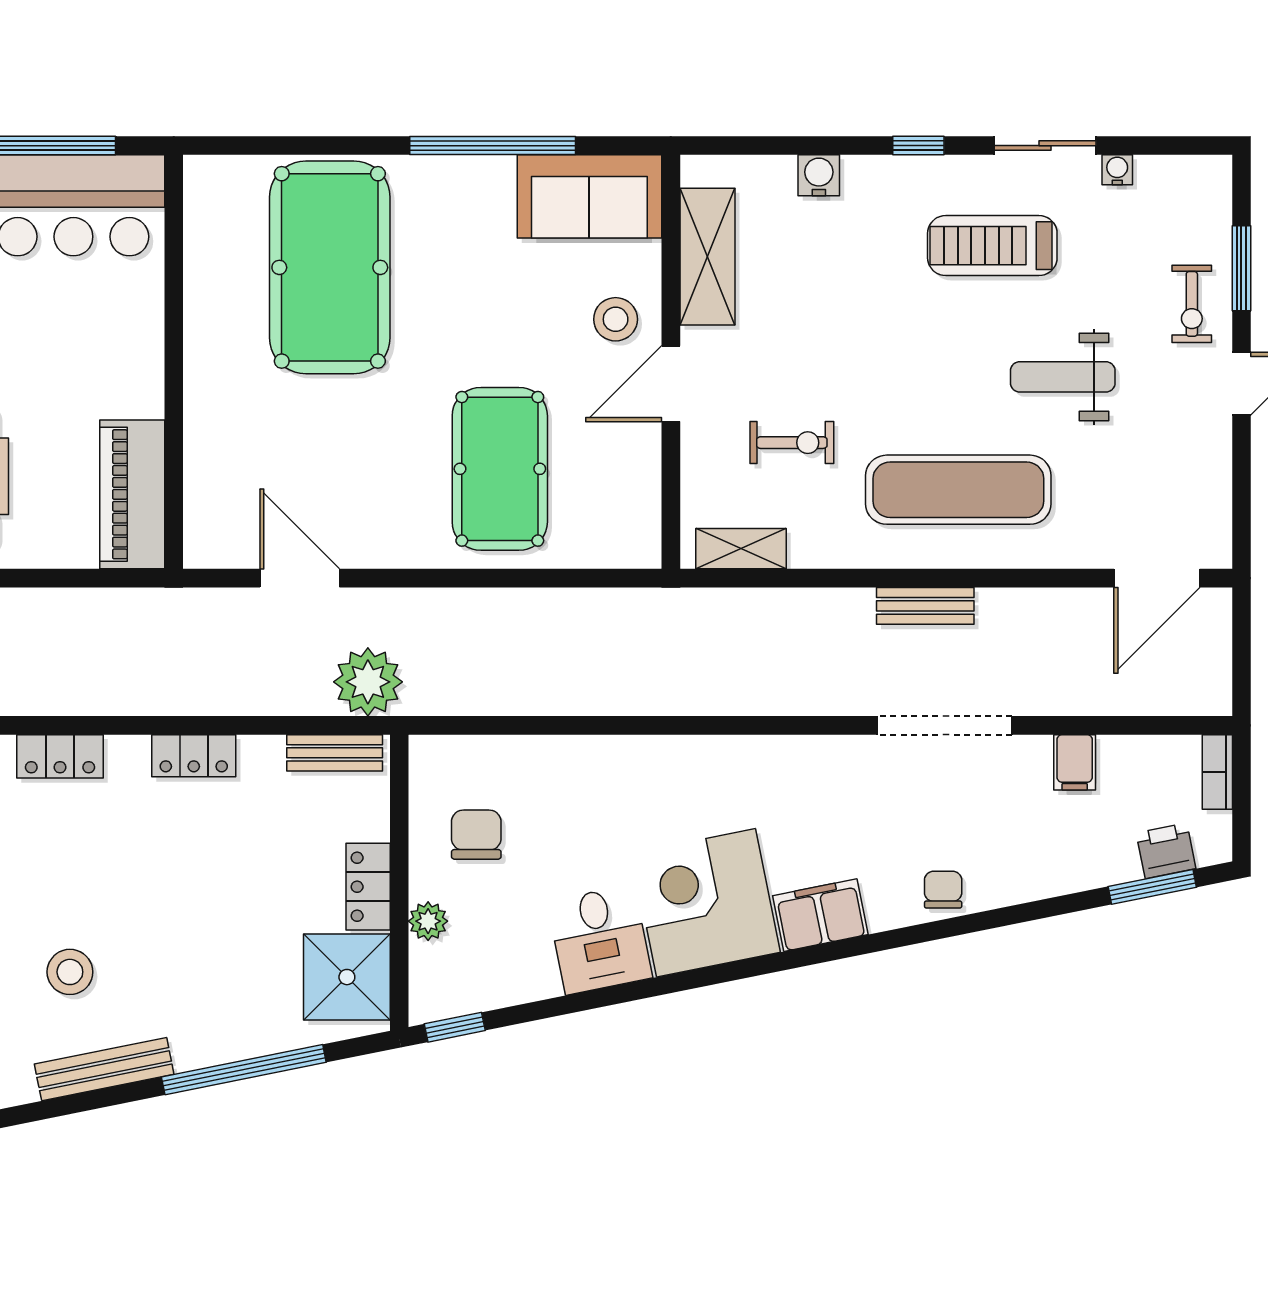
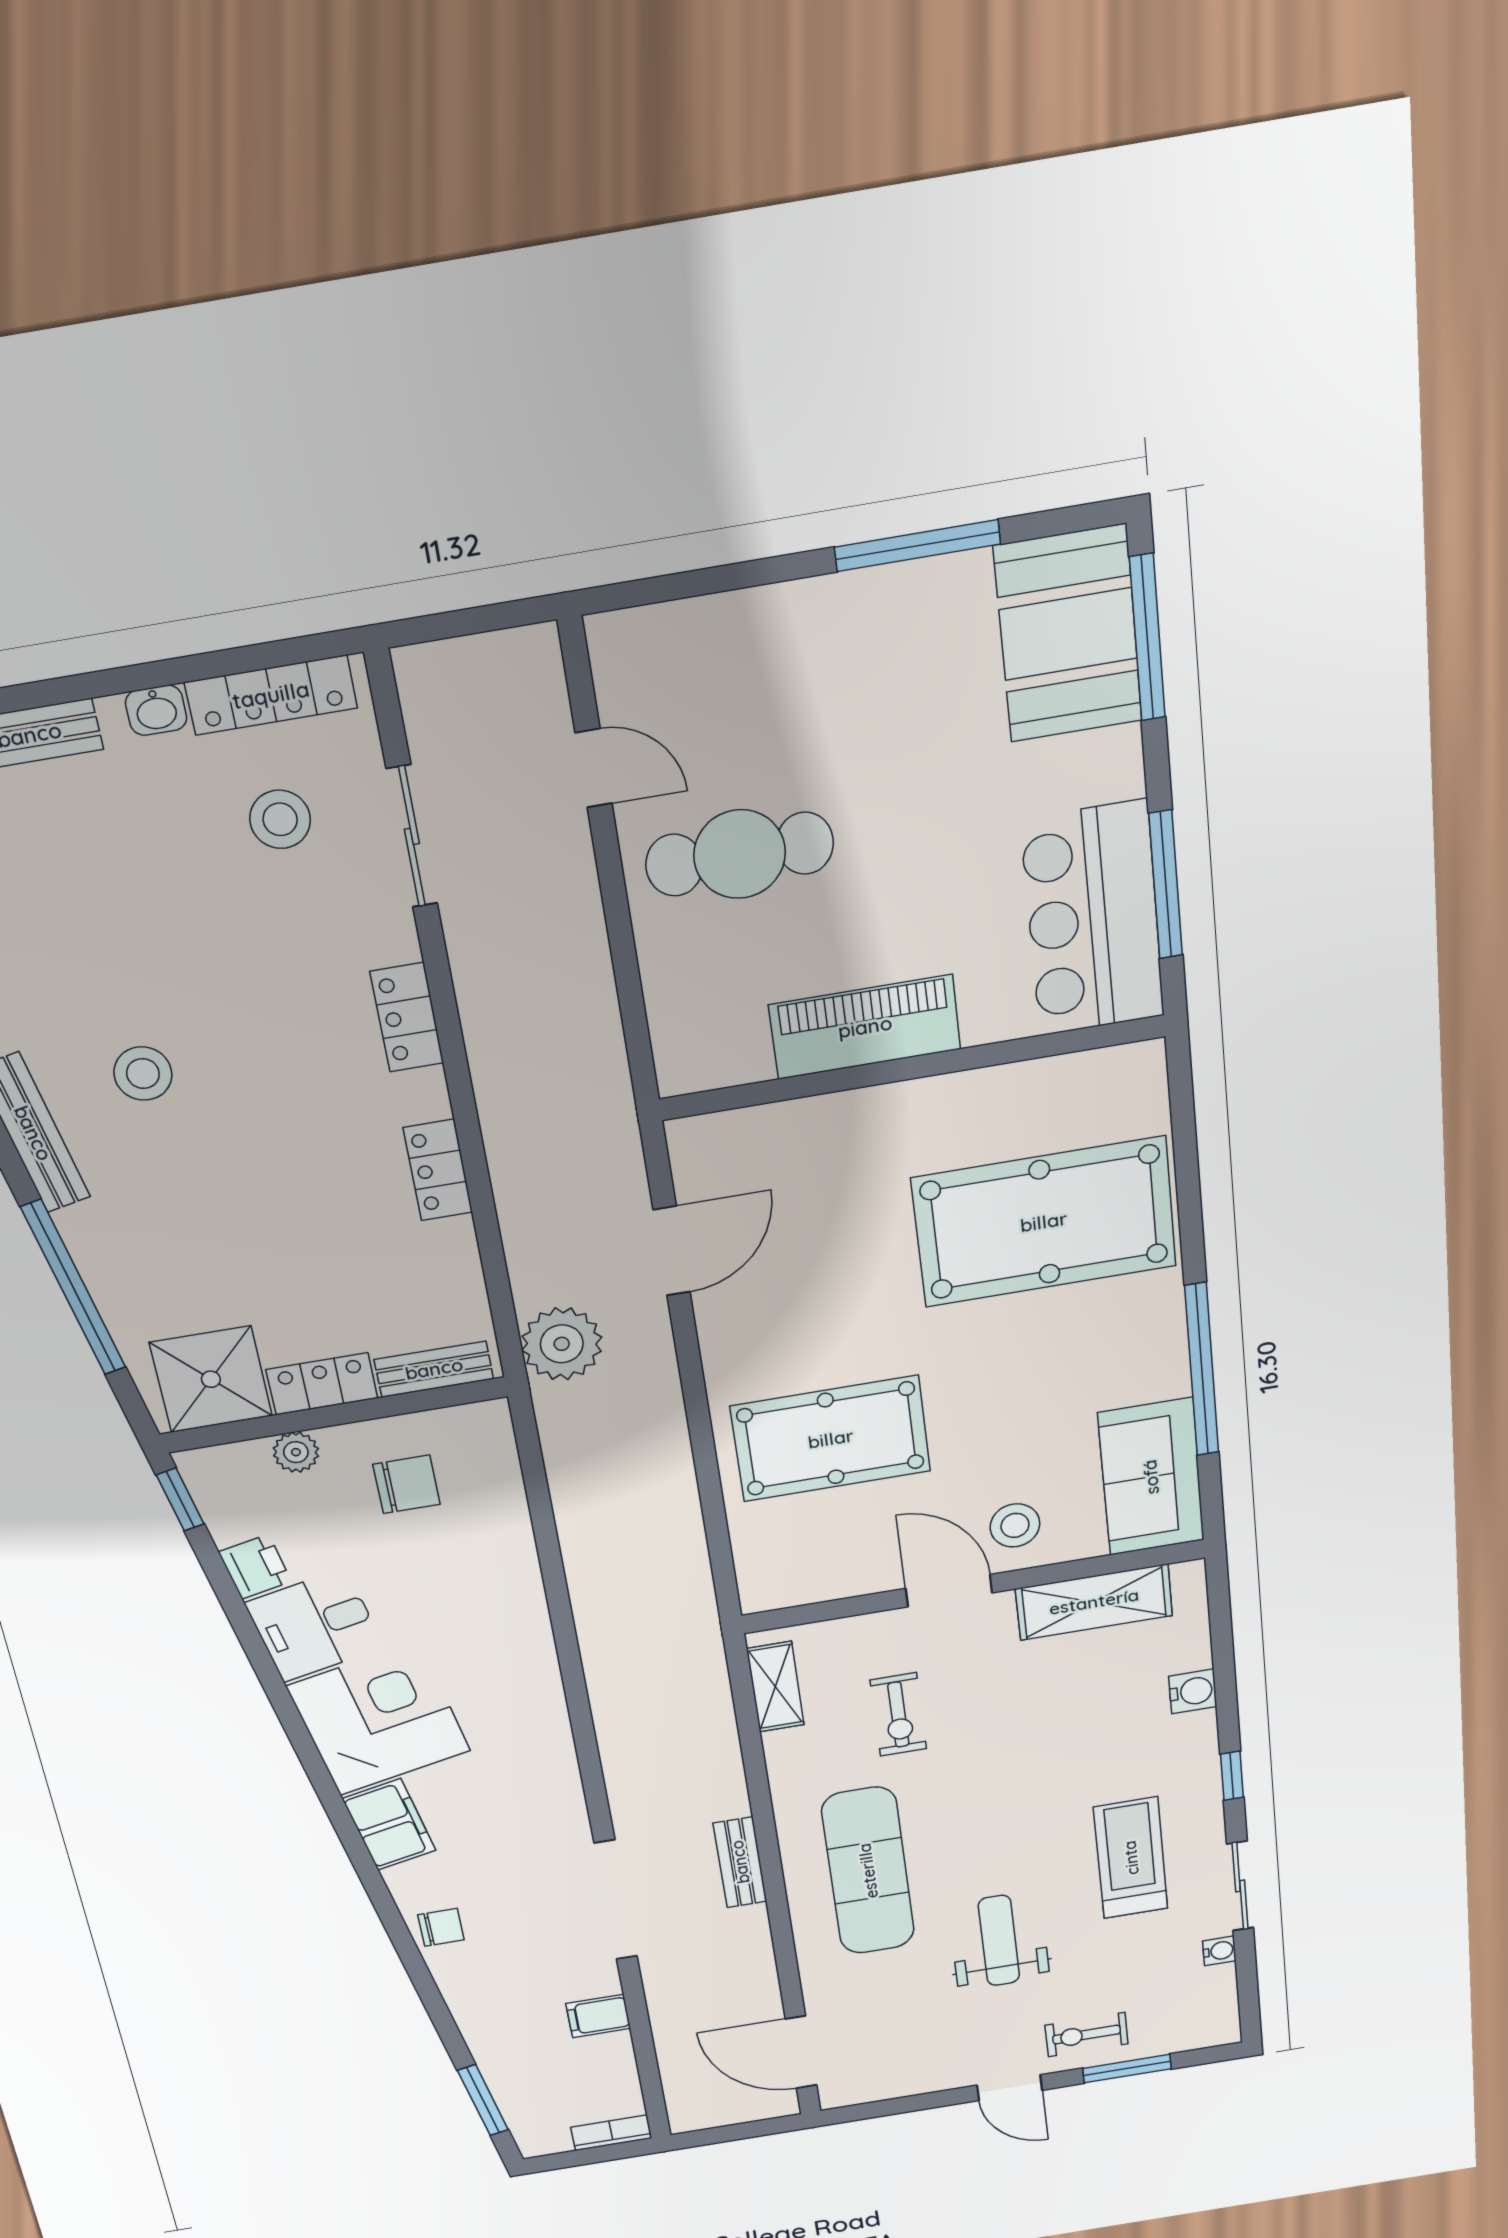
piano: (132, 494) -> (865, 1027), moved
bench: (335, 753) -> (434, 1369), moved, turned 90
printer: (1166, 851) -> (255, 1567), moved

